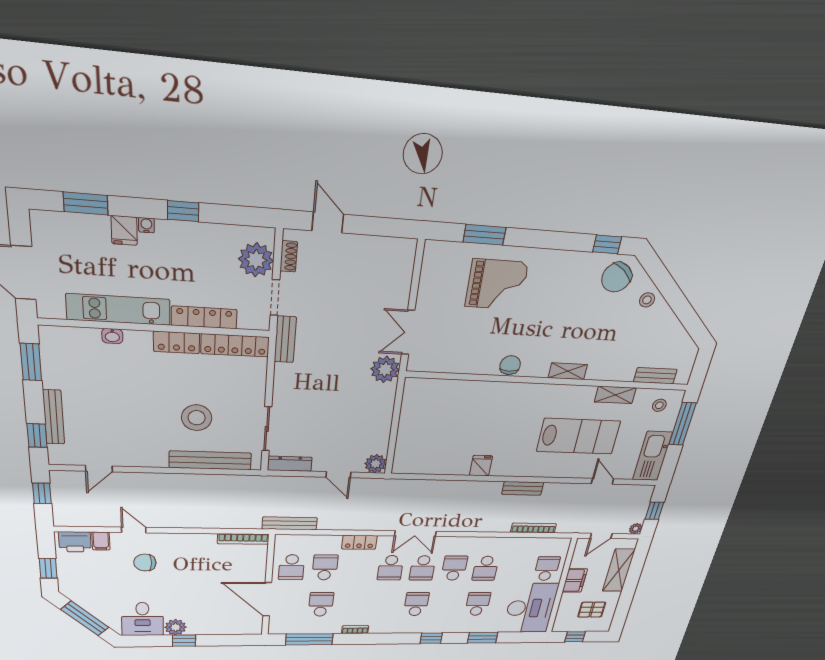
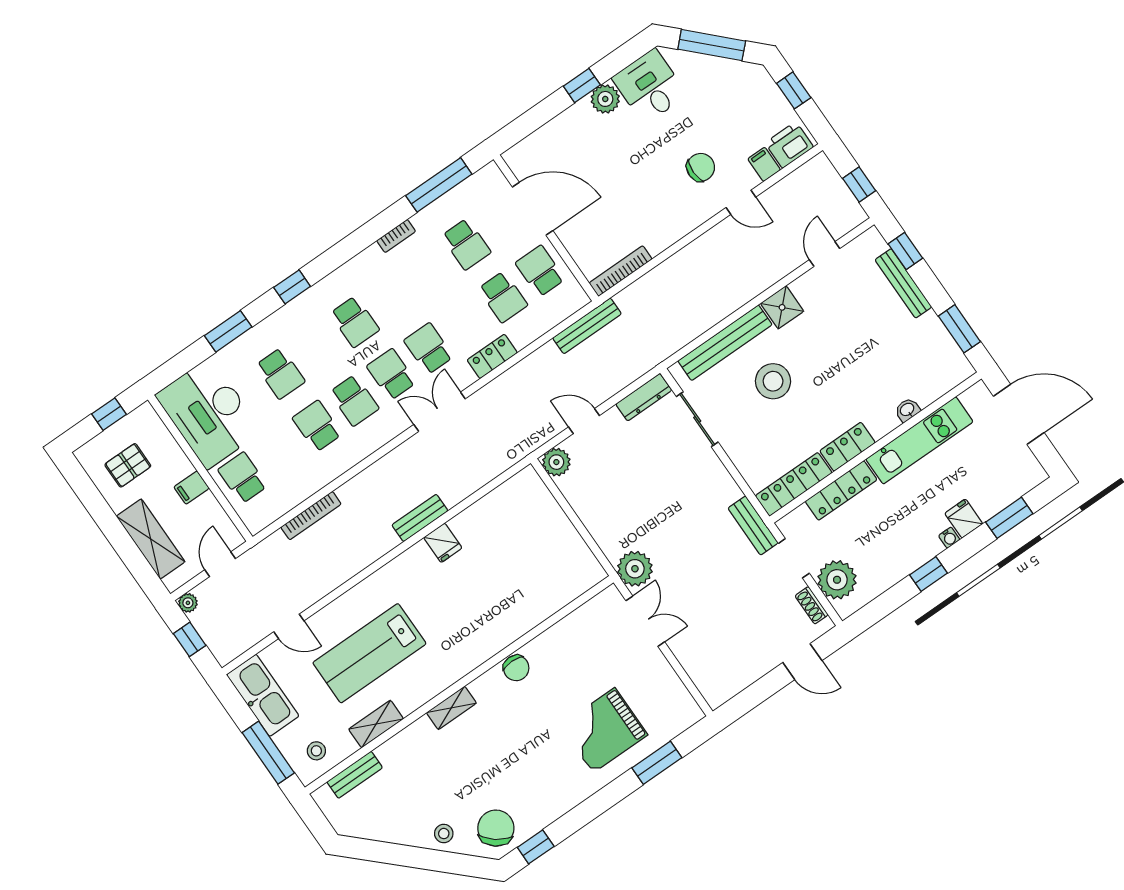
shower: (154, 456) -> (782, 307), added
bench: (523, 488) -> (420, 518), moved
school desk: (547, 569) -> (243, 478), turned 180
filing cabinet: (575, 580) -> (192, 488), width x0.50

